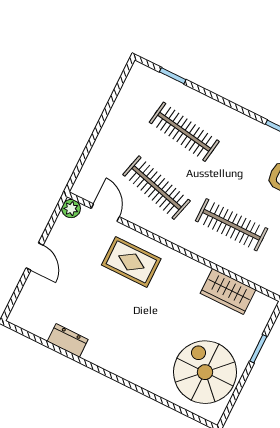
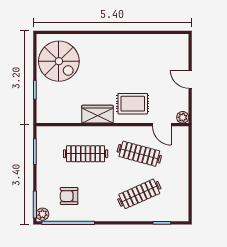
clothes rail: (184, 132) -> (139, 194), turned -33
wardrobe: (228, 291) -> (97, 114), moved
dresser: (68, 340) -> (147, 40), removed

